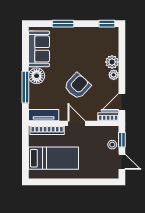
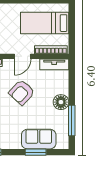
sofa: (39, 49) -> (39, 139), moved, turned 90
window: (25, 87) -> (72, 120), moved
door: (76, 123) -> (23, 56), hinge flipped

